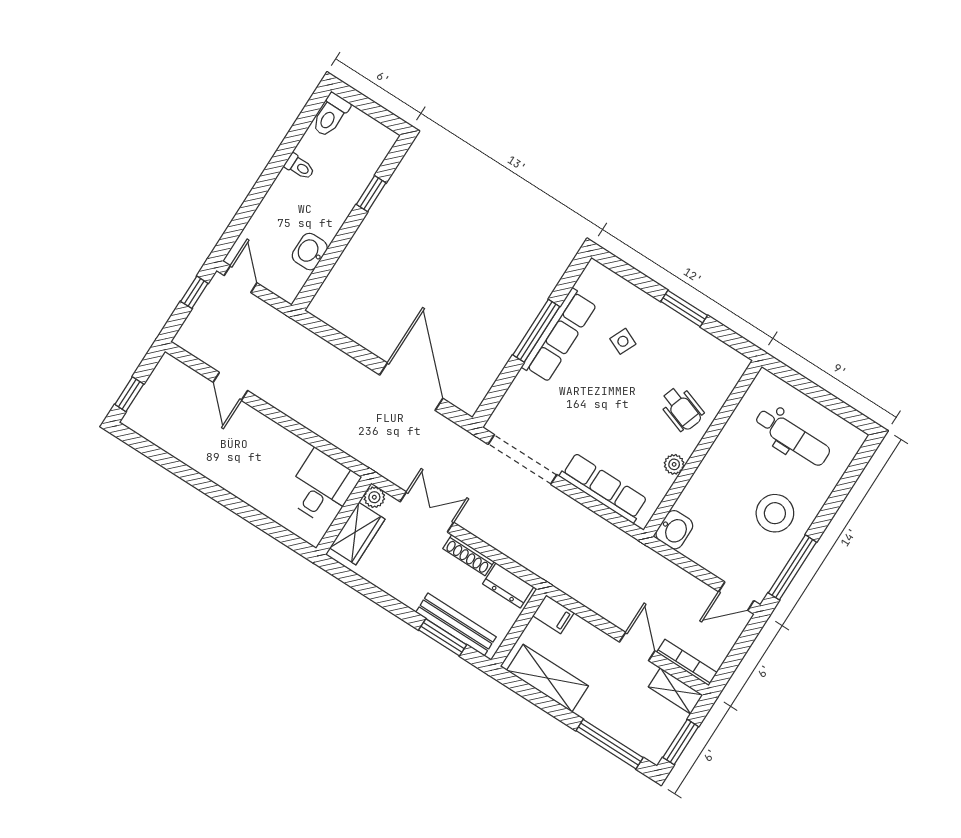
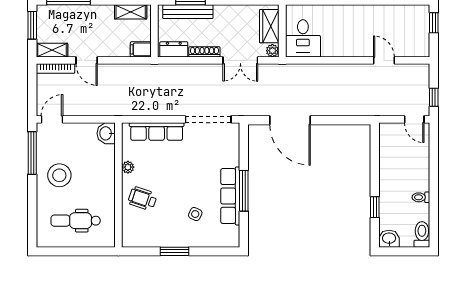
washbasin: (310, 252) -> (389, 239), moved, turned -90
shelving: (548, 678) -> (131, 12), width x0.67, depth x0.75

